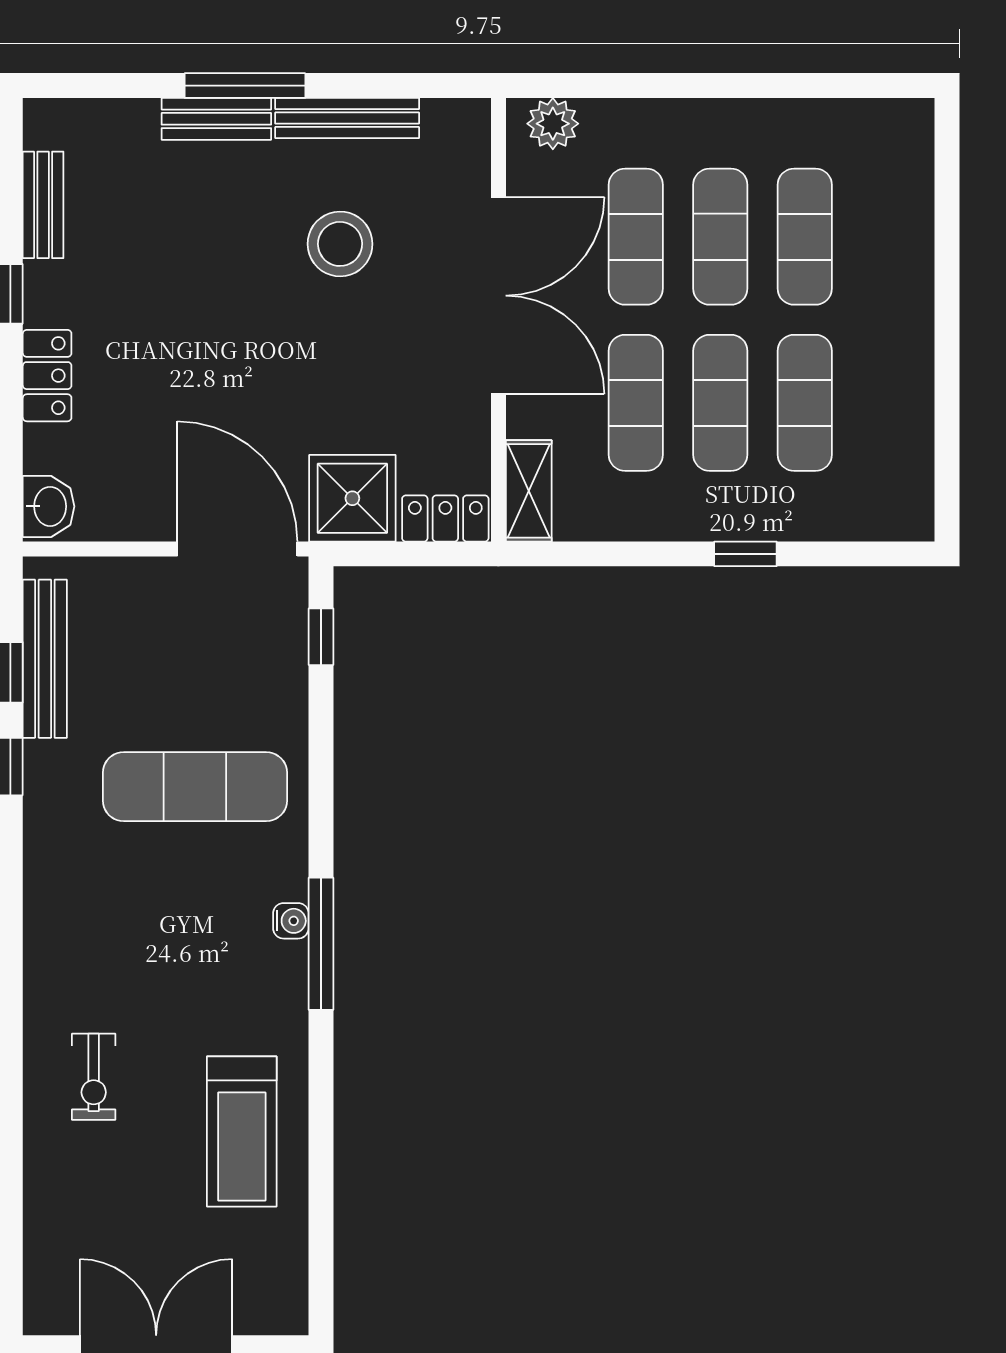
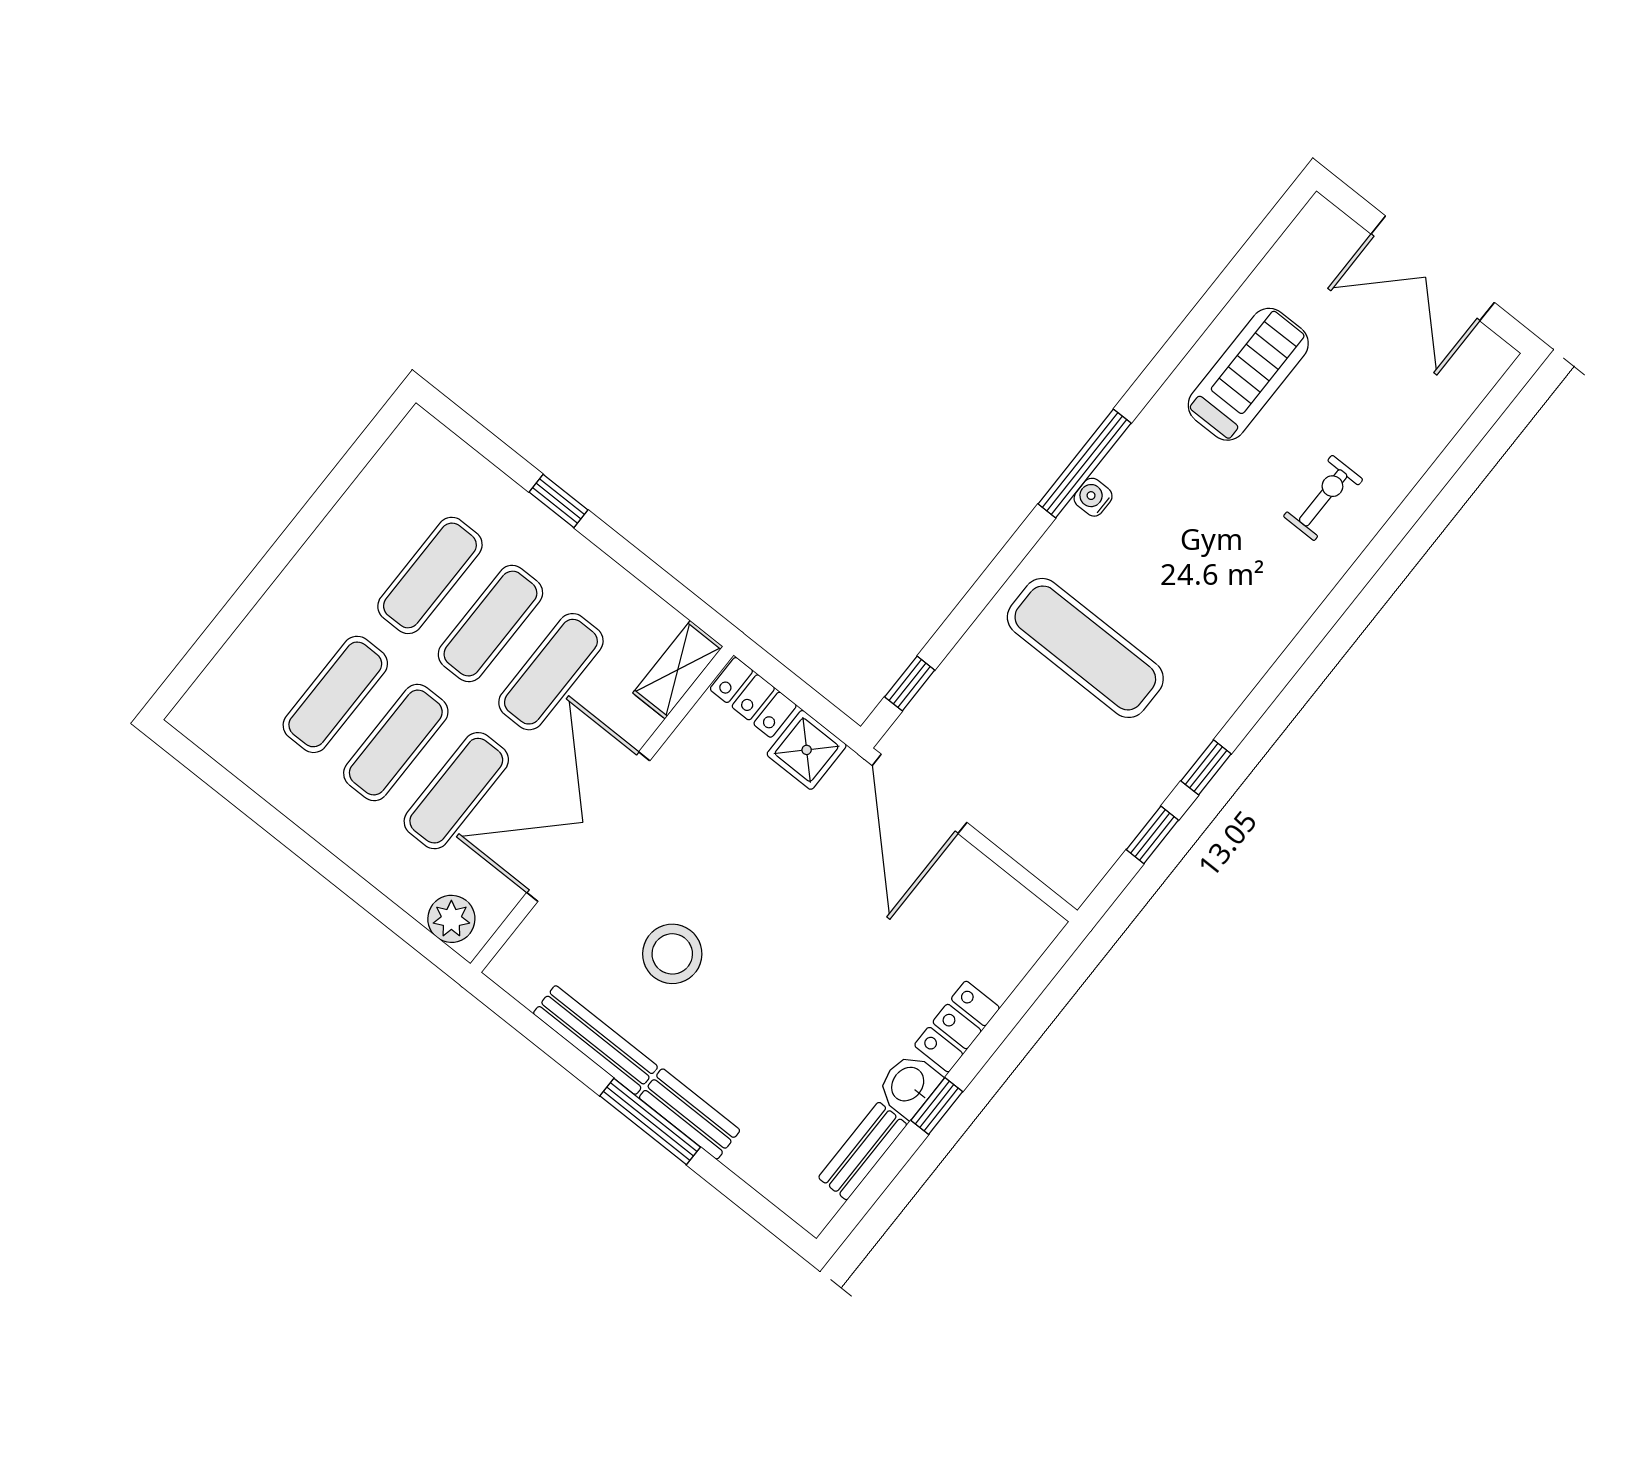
shower: (352, 498) -> (807, 750), width x0.73, depth x0.73
washbasin: (49, 506) -> (909, 1085), moved
bench: (45, 659) -> (1120, 825), removed

